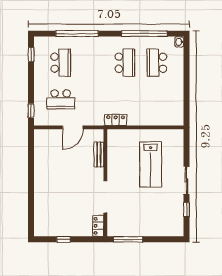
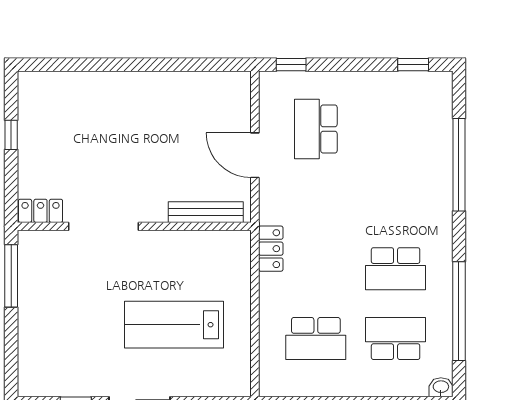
school desk: (61, 63) -> (316, 339), moved
bench: (99, 155) -> (206, 212), width x1.36

